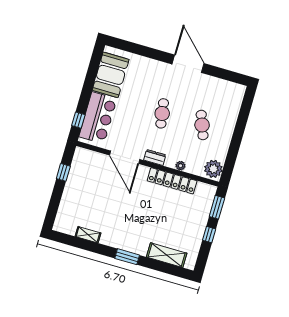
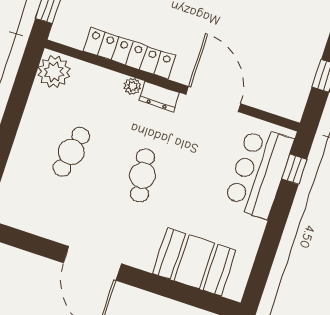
booth: (111, 75) -> (194, 262), moved, turned 90
cafe table: (202, 125) -> (71, 152), turned 33
plant: (180, 166) -> (132, 86), moved

